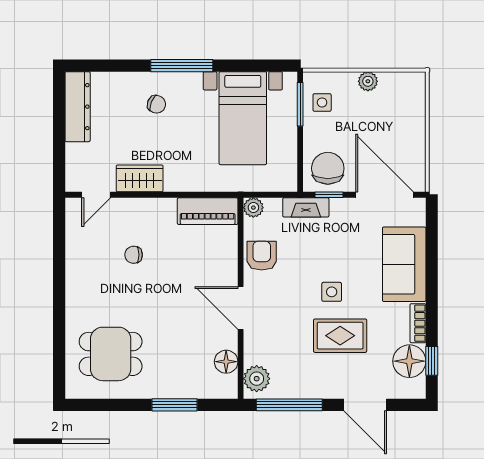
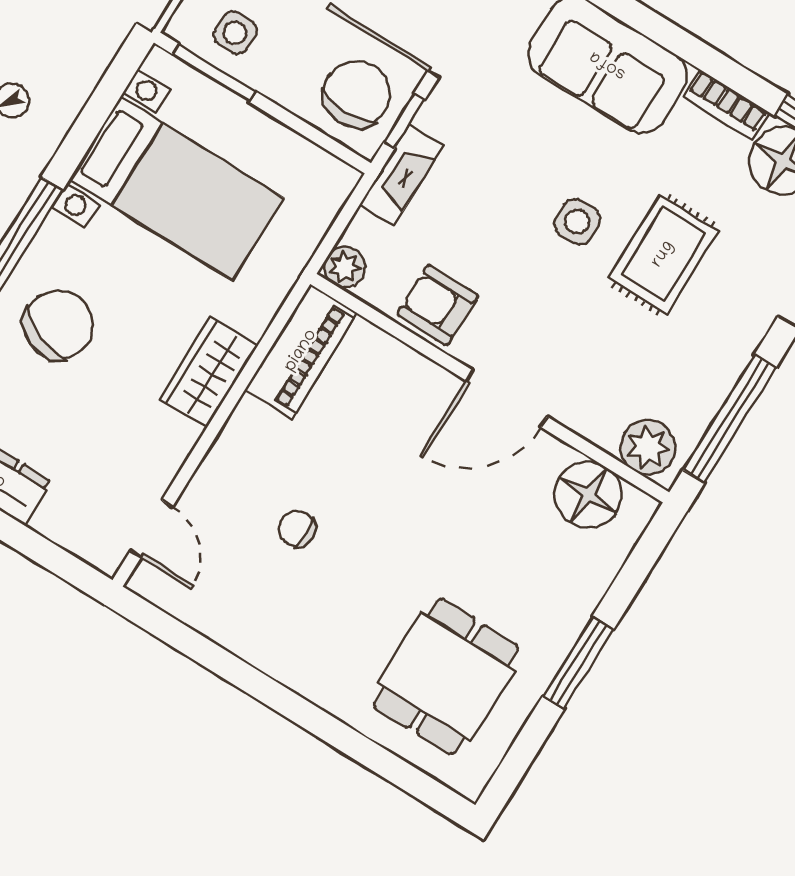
chair: (156, 104) -> (58, 325), width x1.87, depth x1.87
chair: (328, 168) -> (357, 94), turned 90
wardrobe: (140, 178) -> (209, 372), moved
chair: (134, 255) -> (297, 529), turned 90
floor lamp: (226, 362) -> (588, 495), width x1.38, depth x1.38
window: (174, 405) -> (578, 663), moved

